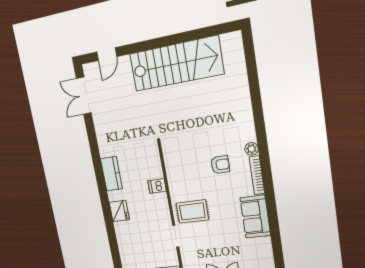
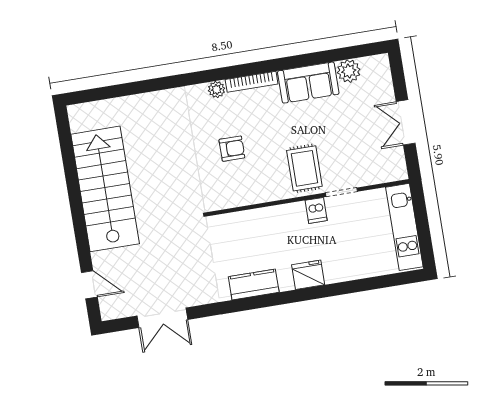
double door: (84, 96) -> (162, 318), moved
armchair: (220, 165) -> (232, 149), moved, turned 90
dishwasher: (157, 186) -> (316, 210), moved
plant: (263, 246) -> (349, 71), added

